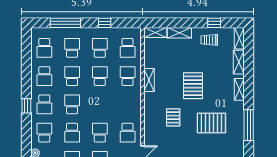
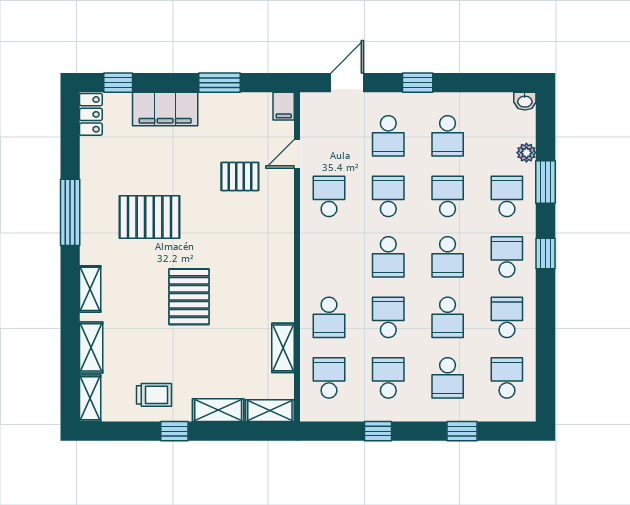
window: (65, 23) -> (462, 431), width x0.46
window: (214, 23) -> (174, 431), moved
school desk: (100, 48) -> (388, 378), turned 180
school desk: (100, 76) -> (388, 317), turned 180
shelving: (149, 80) -> (283, 348), moved
school desk: (100, 104) -> (388, 257), added
pallet: (173, 117) -> (240, 177), moved, turned 90
school desk: (44, 133) -> (507, 196), turned 180
school desk: (100, 133) -> (388, 196), turned 180
window: (26, 139) -> (546, 182), added

